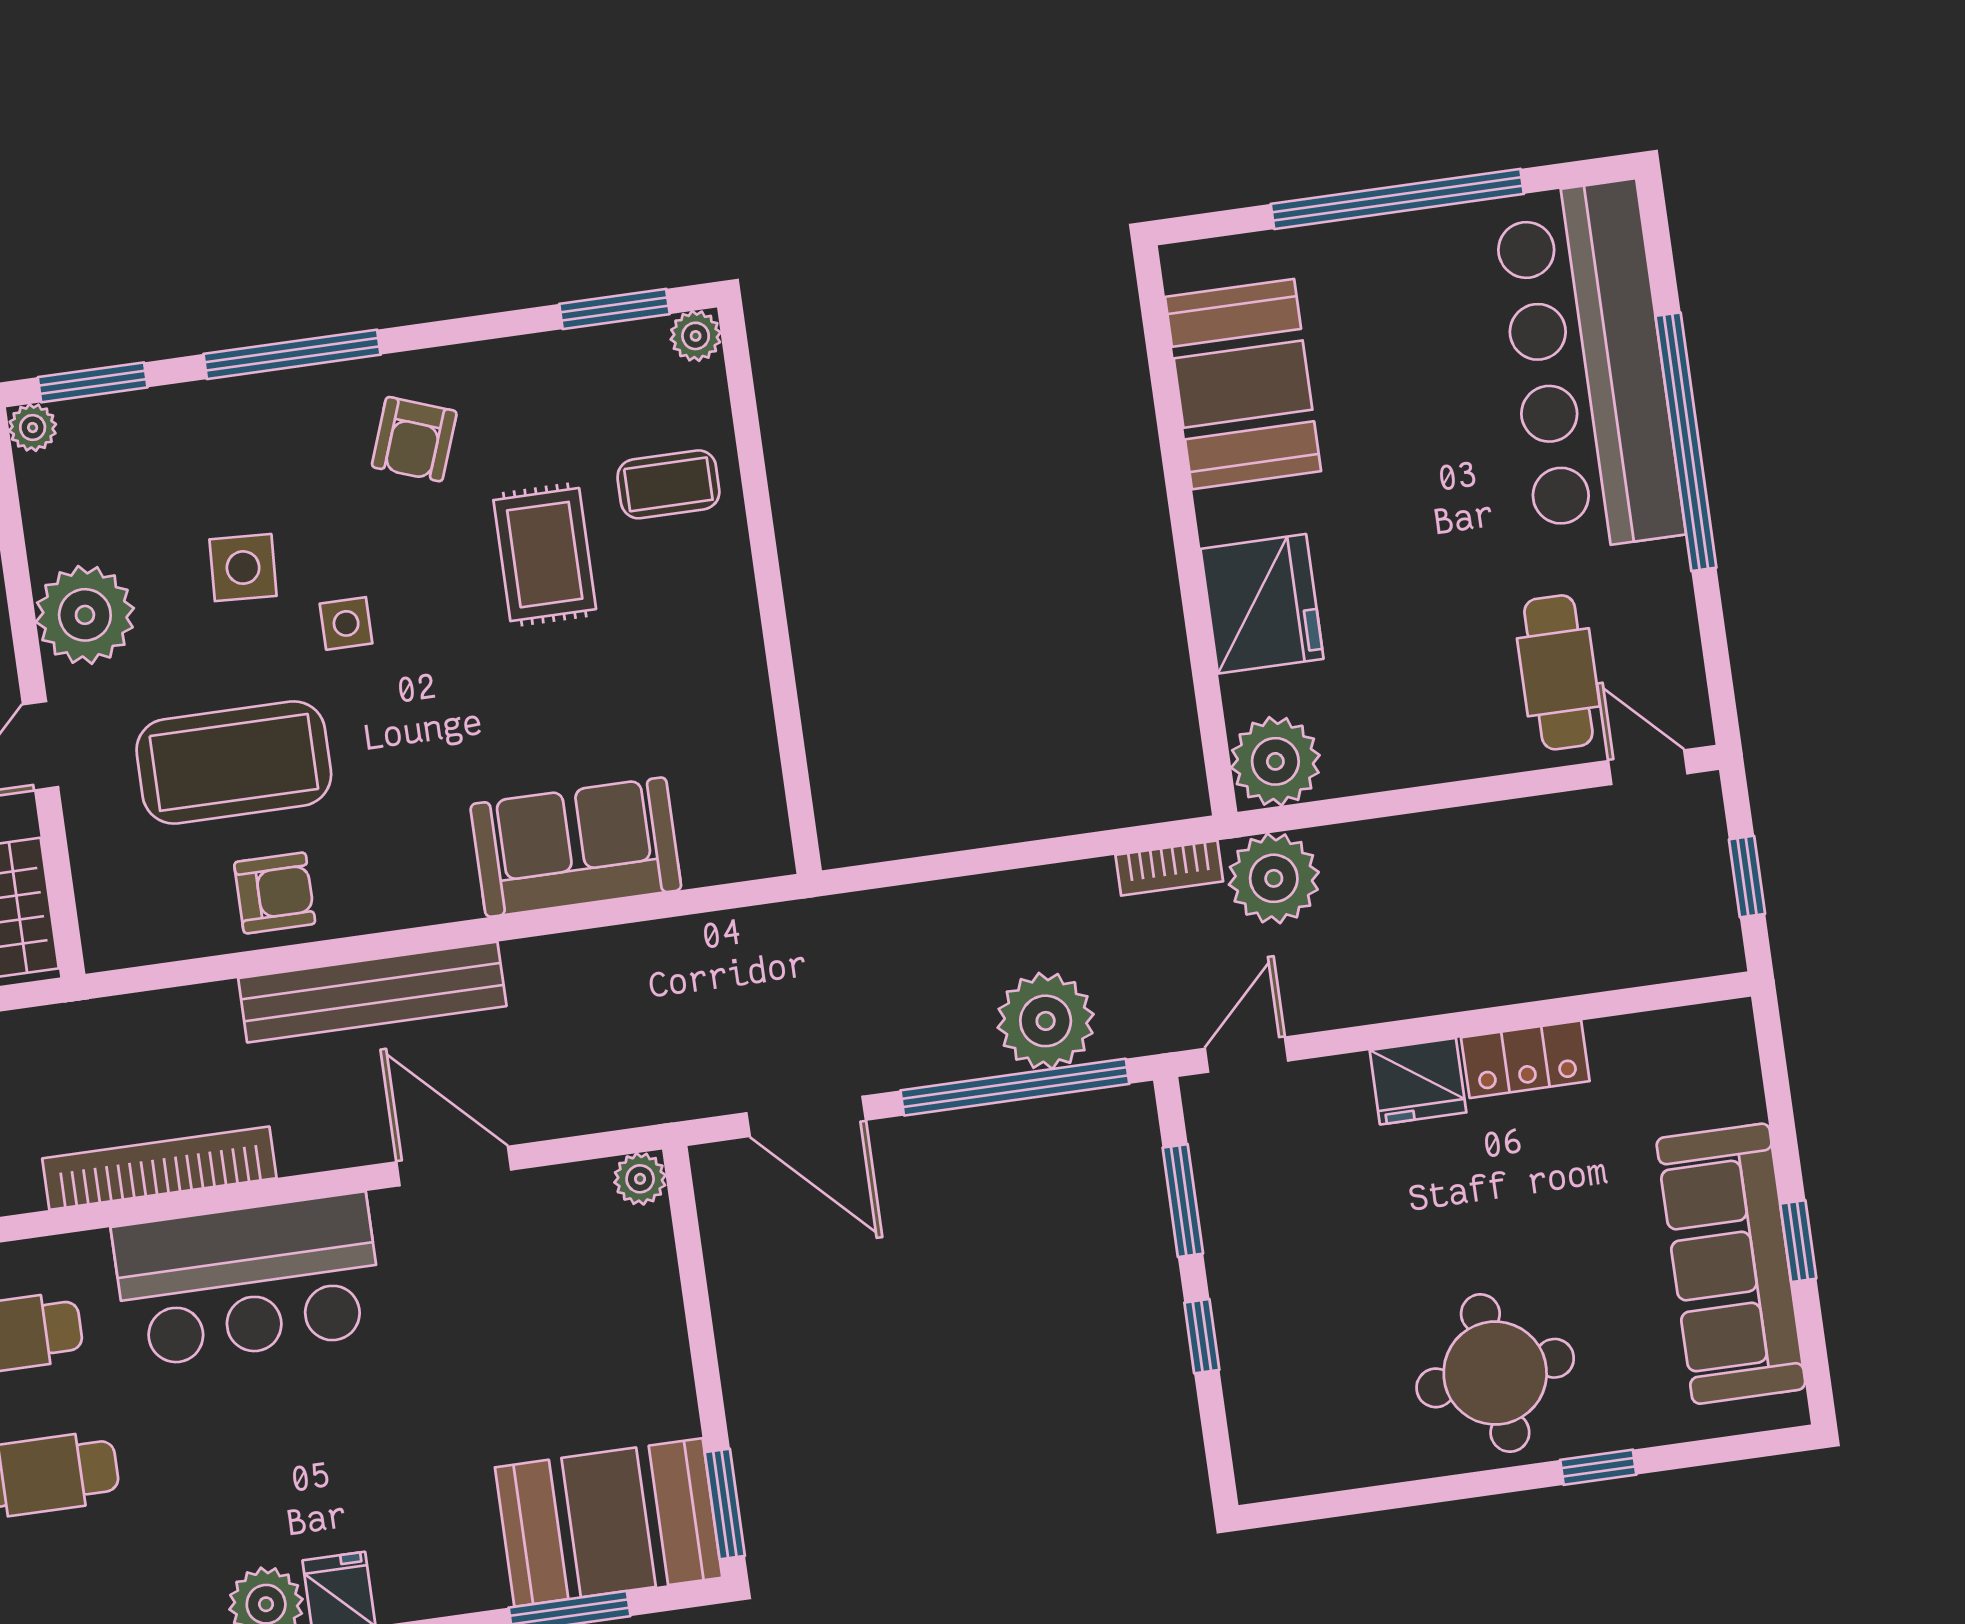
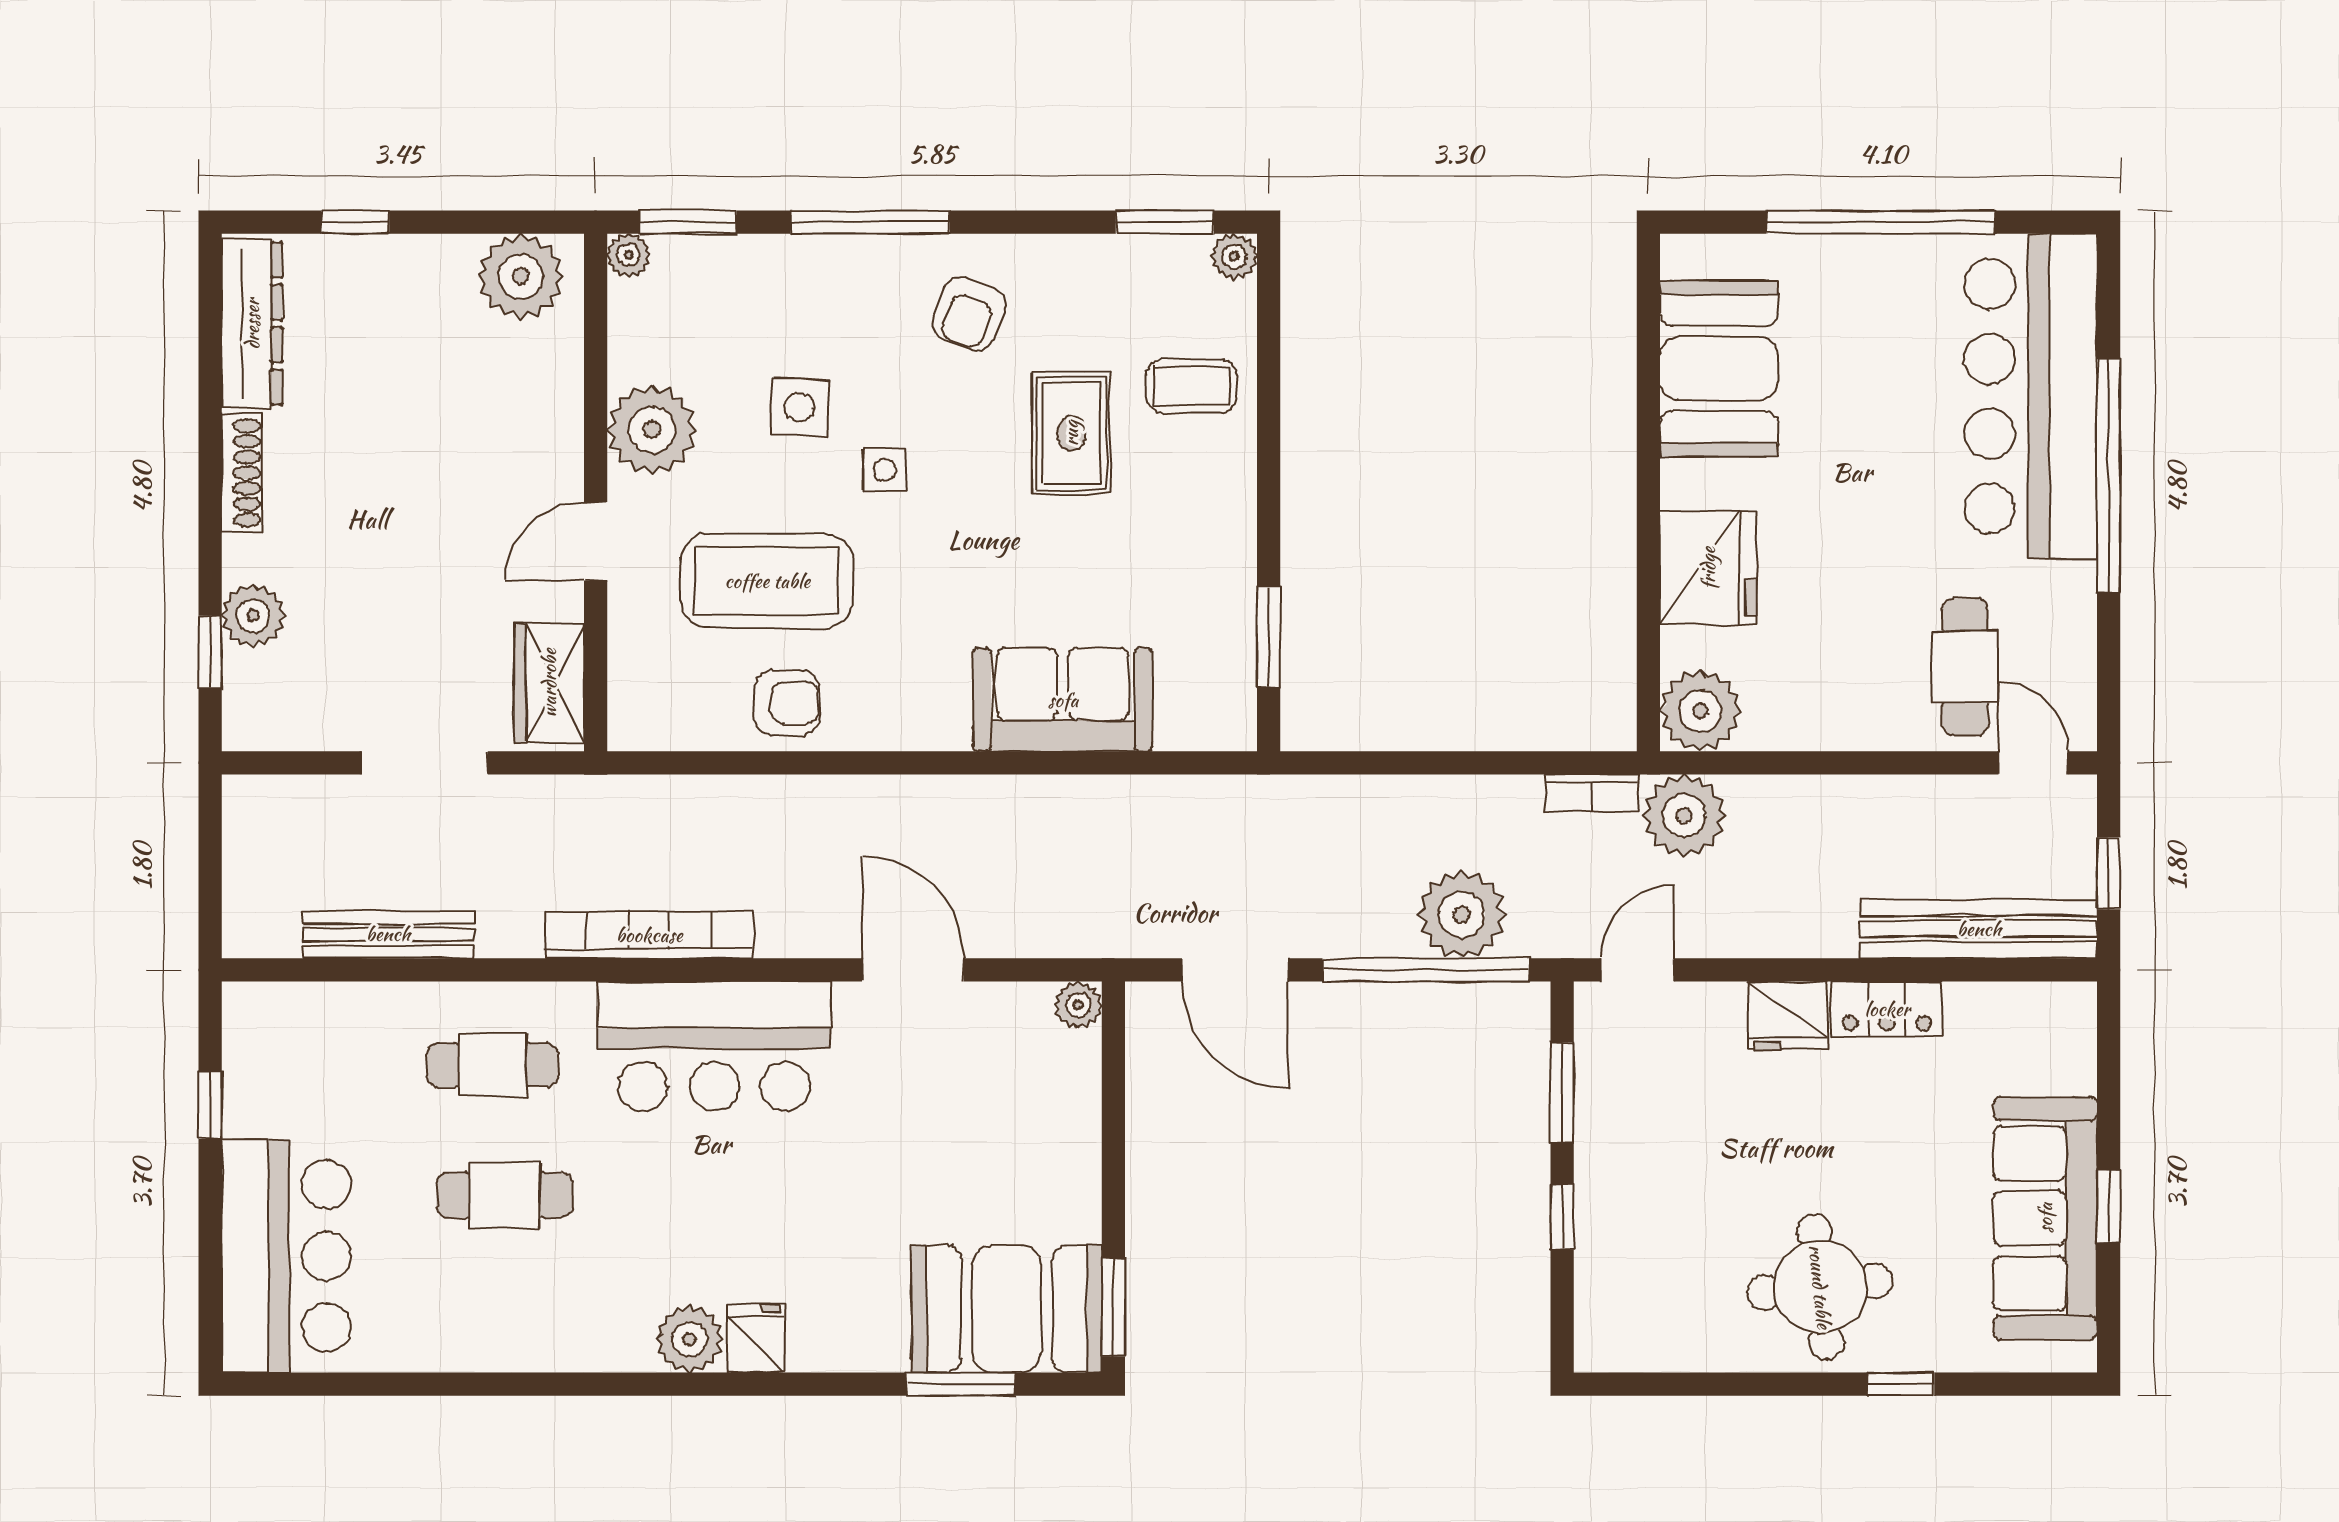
window: (792, 747) -> (1269, 637), added
bench: (372, 992) -> (1979, 929), moved

